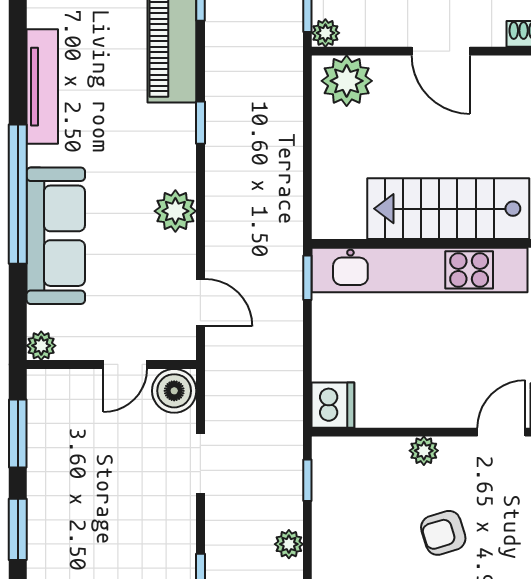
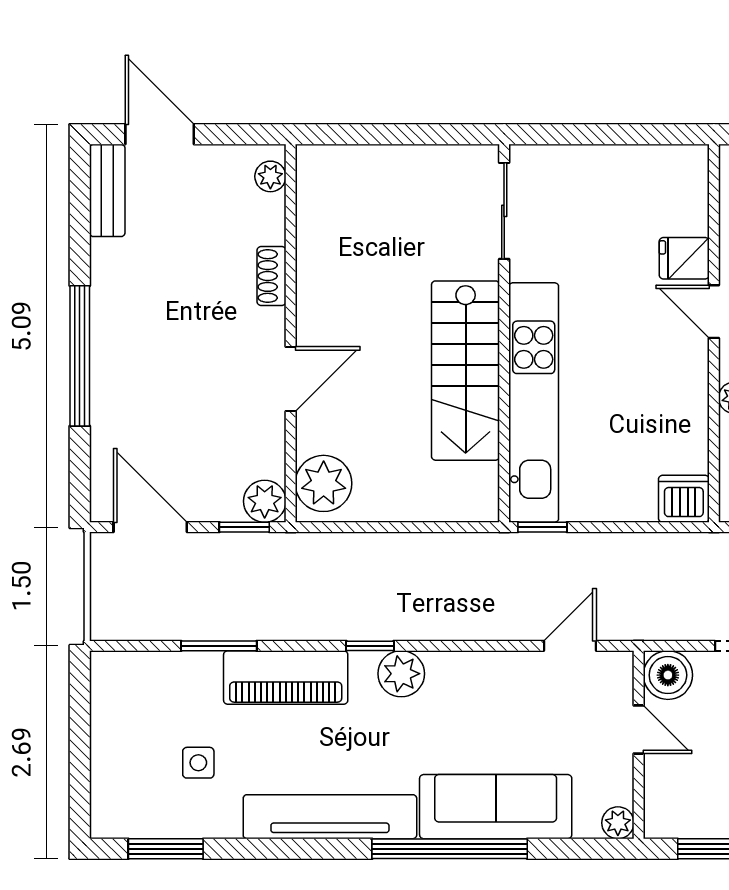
plant: (325, 33) -> (265, 501), width x1.38, depth x1.38
tv unit: (42, 87) -> (330, 817), width x1.36, depth x1.29
plant: (175, 211) -> (401, 674), moved

